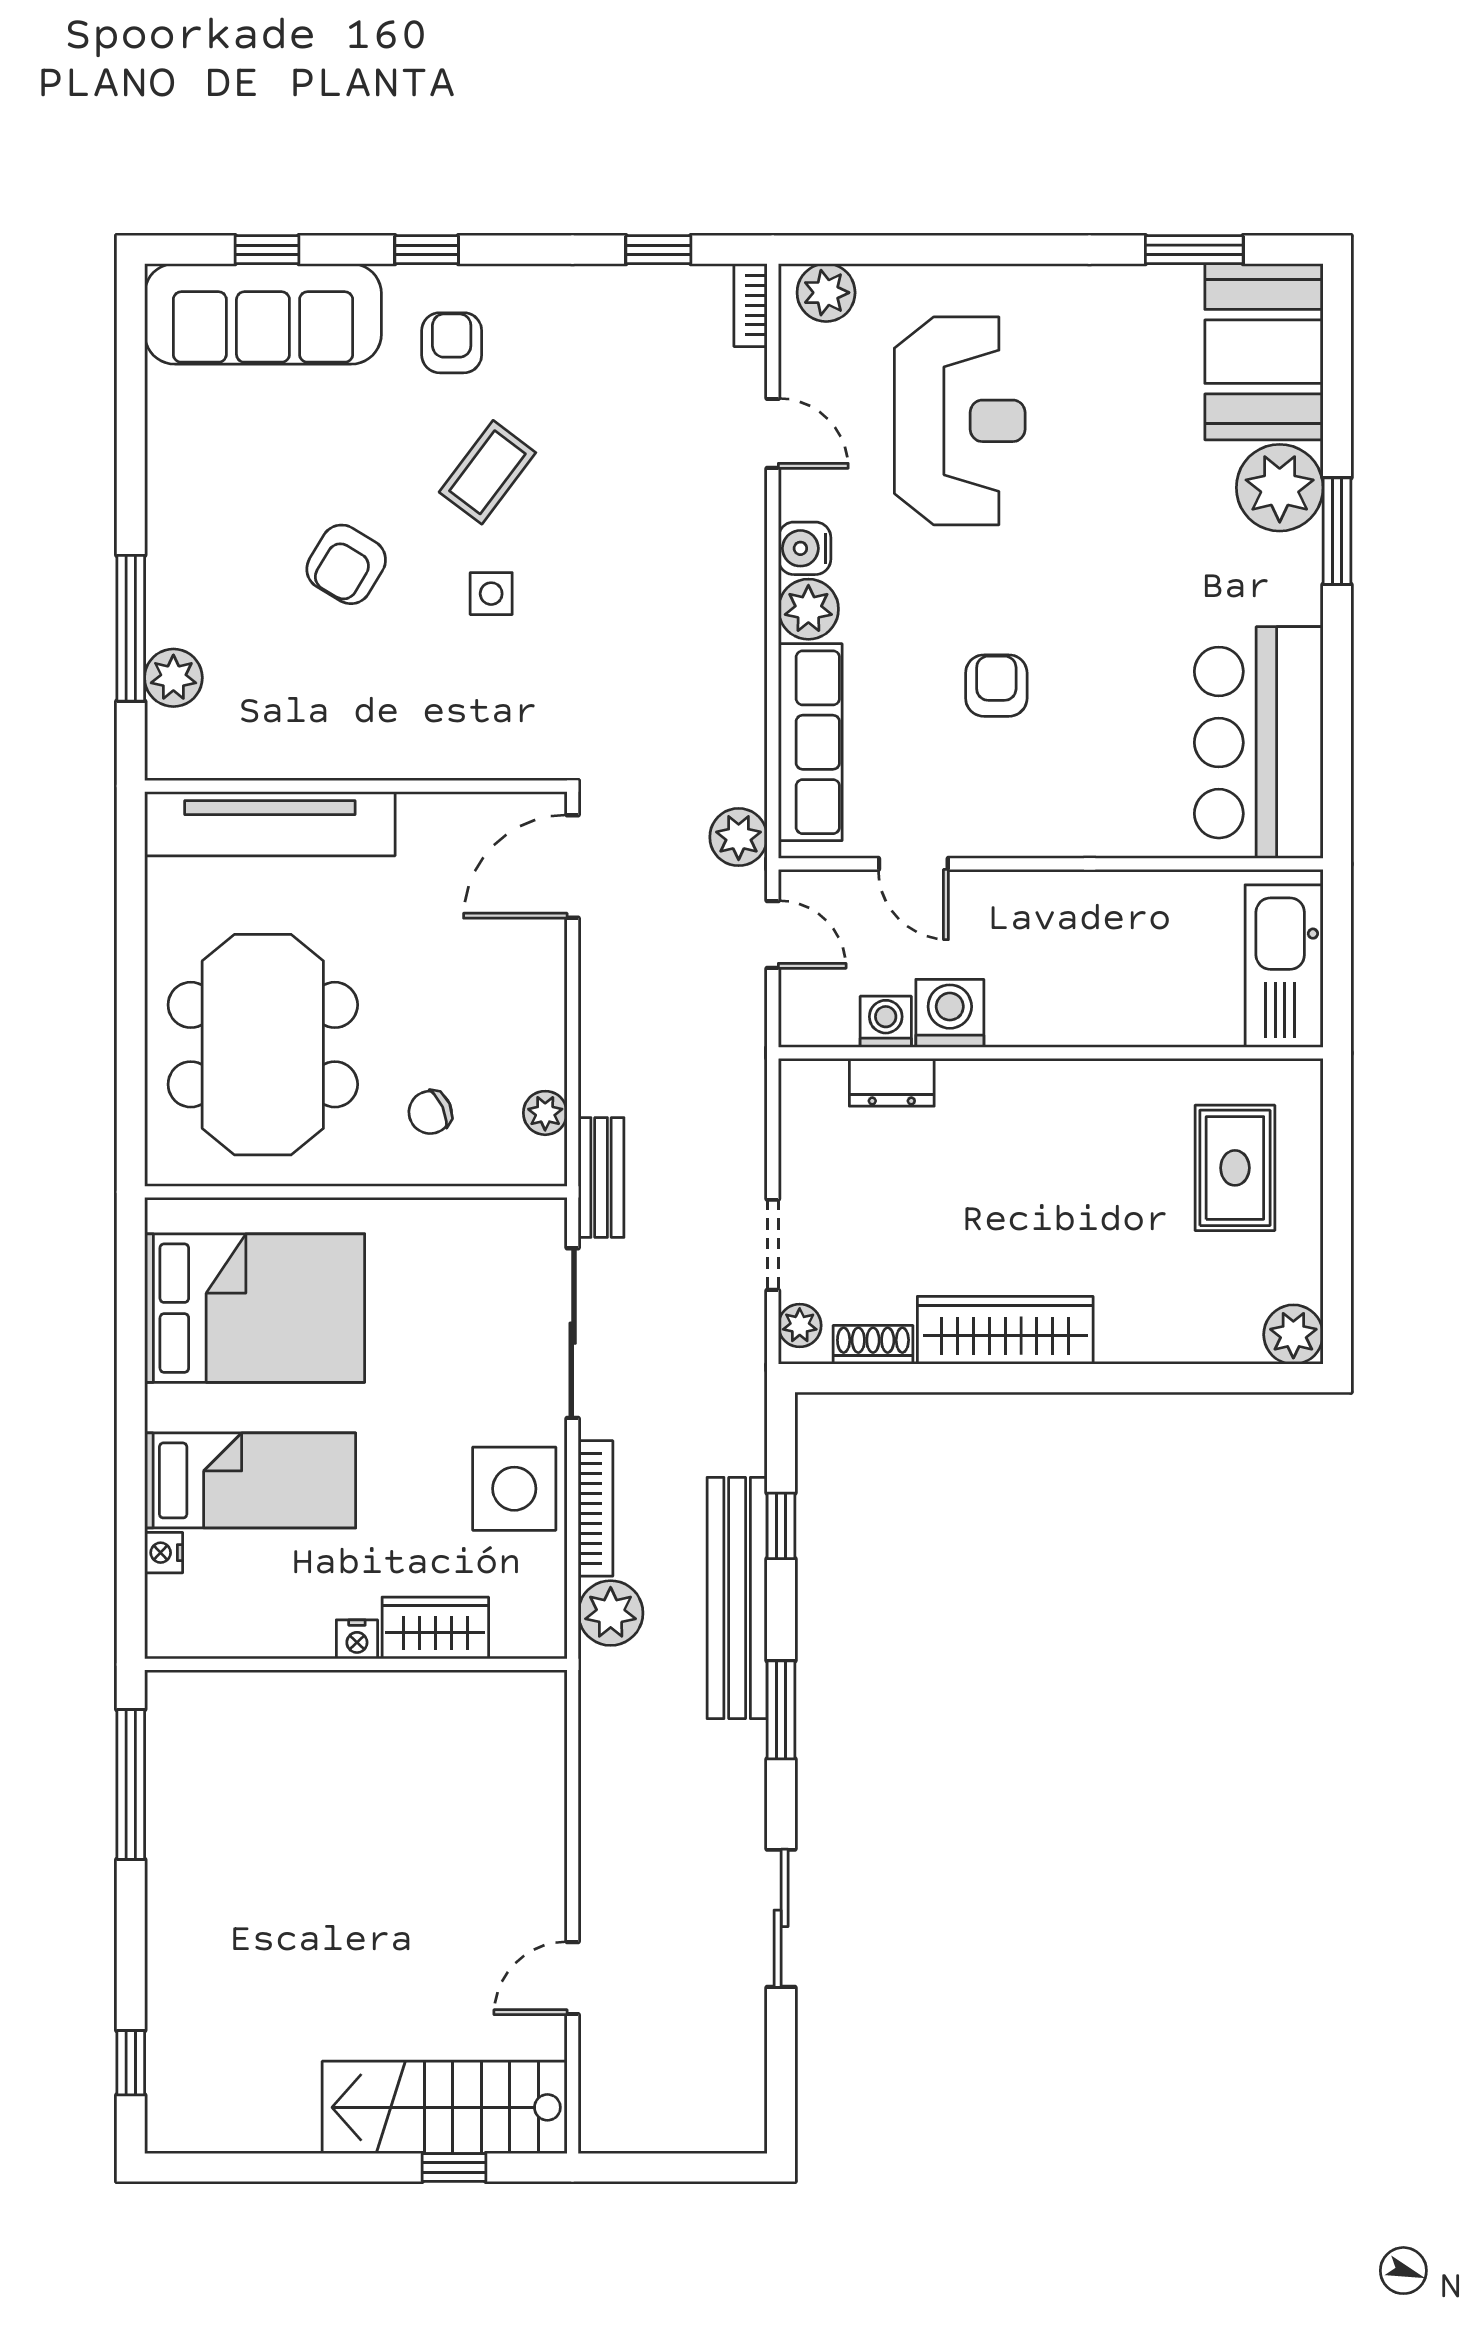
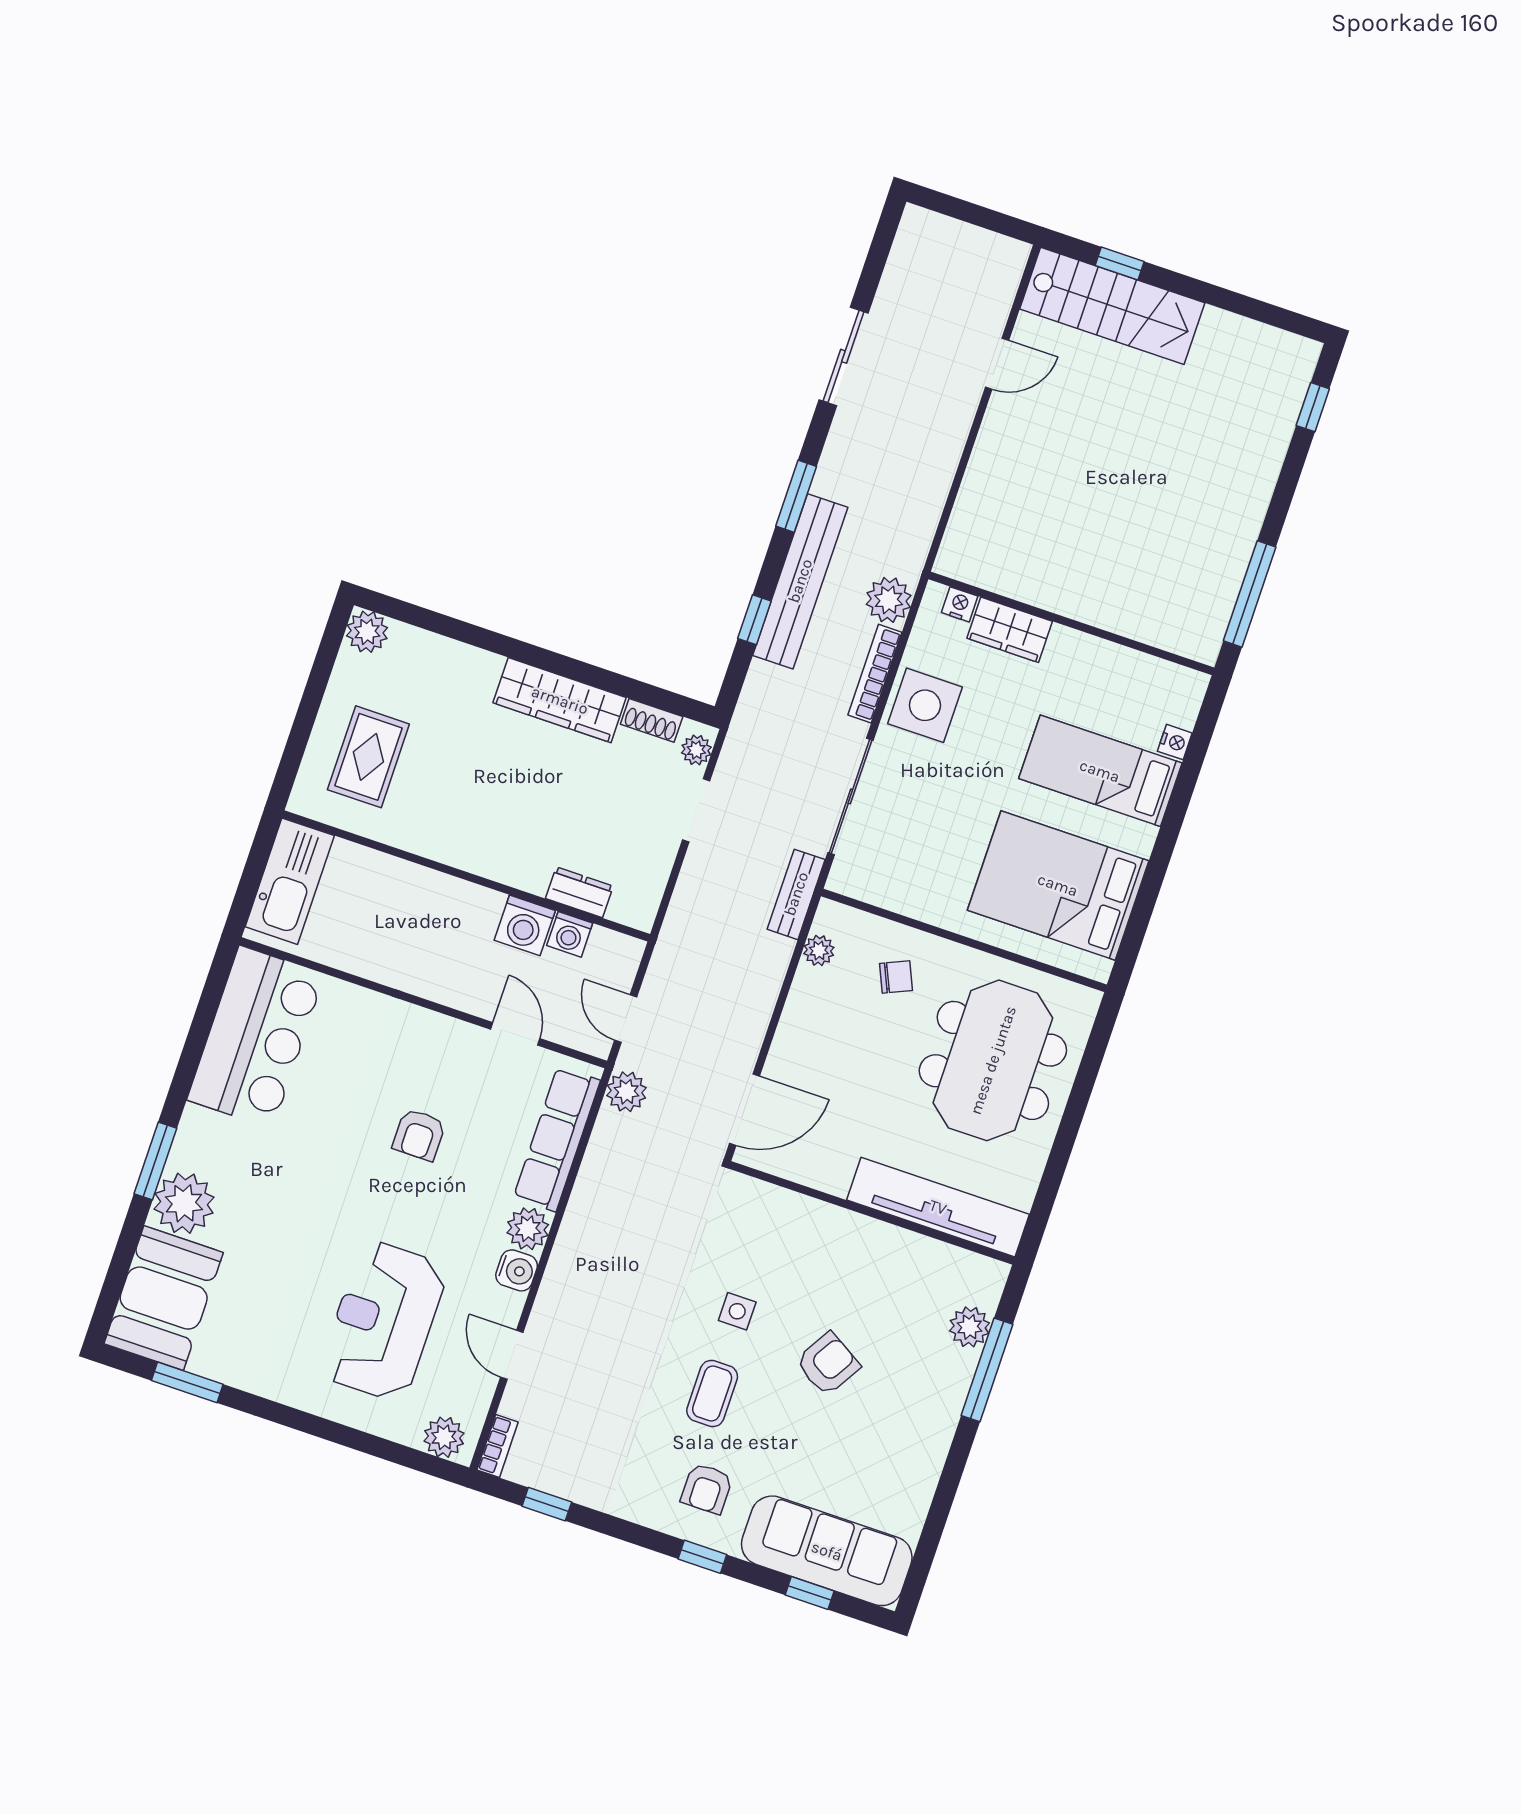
coffee table: (487, 472) -> (712, 1394), turned -37
nightstand: (357, 1639) -> (960, 604), moved

